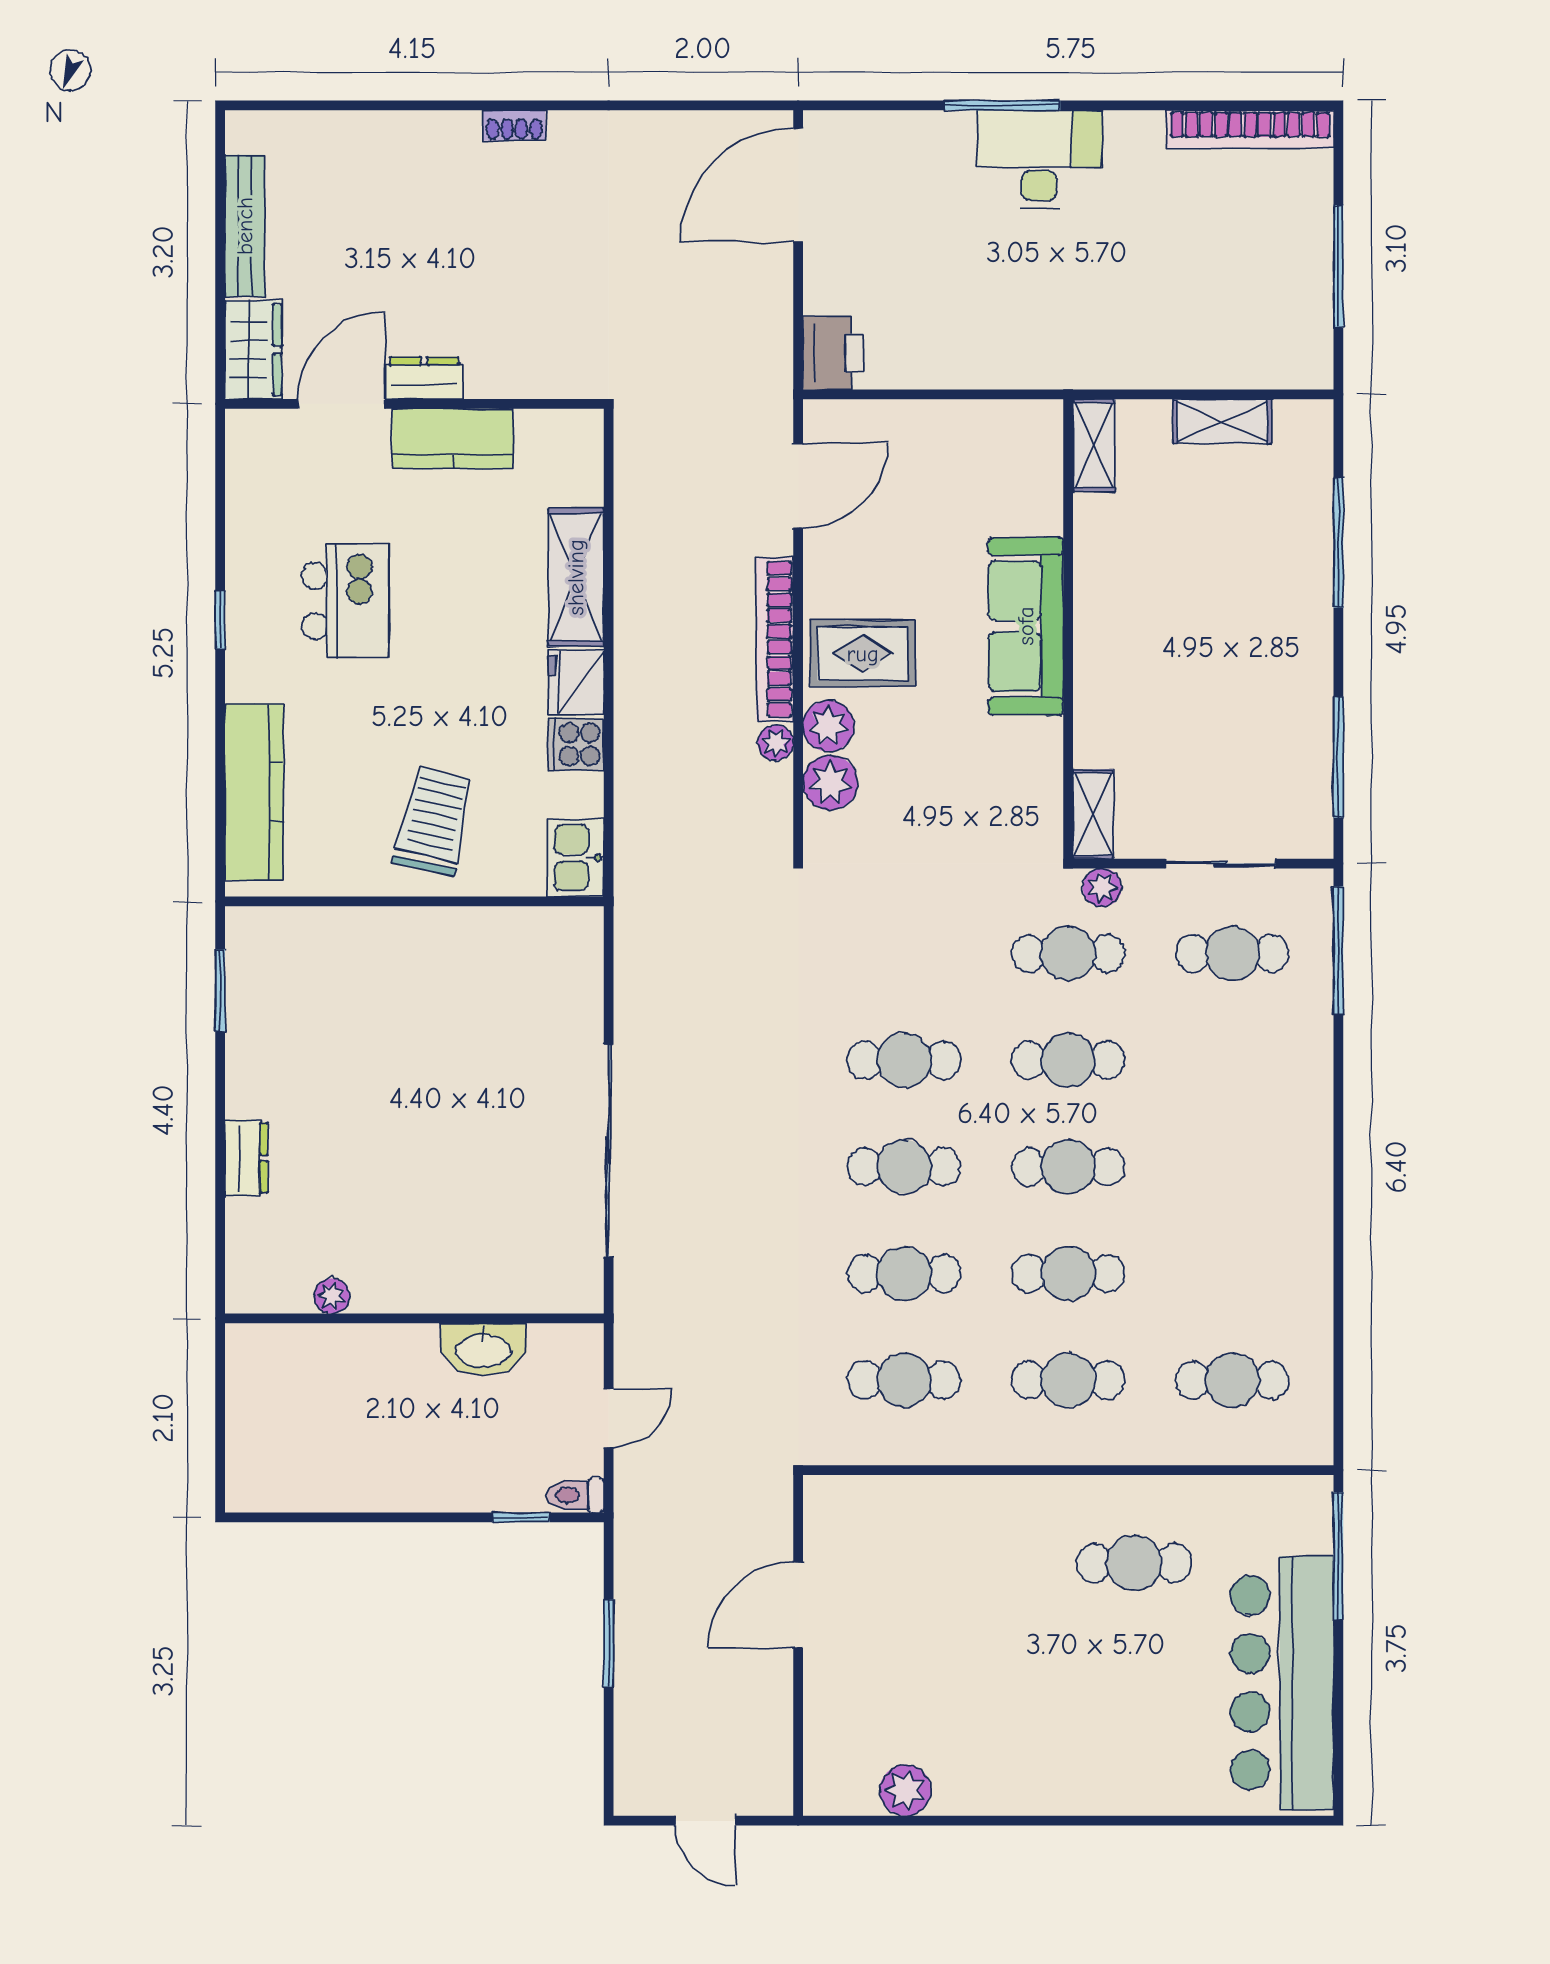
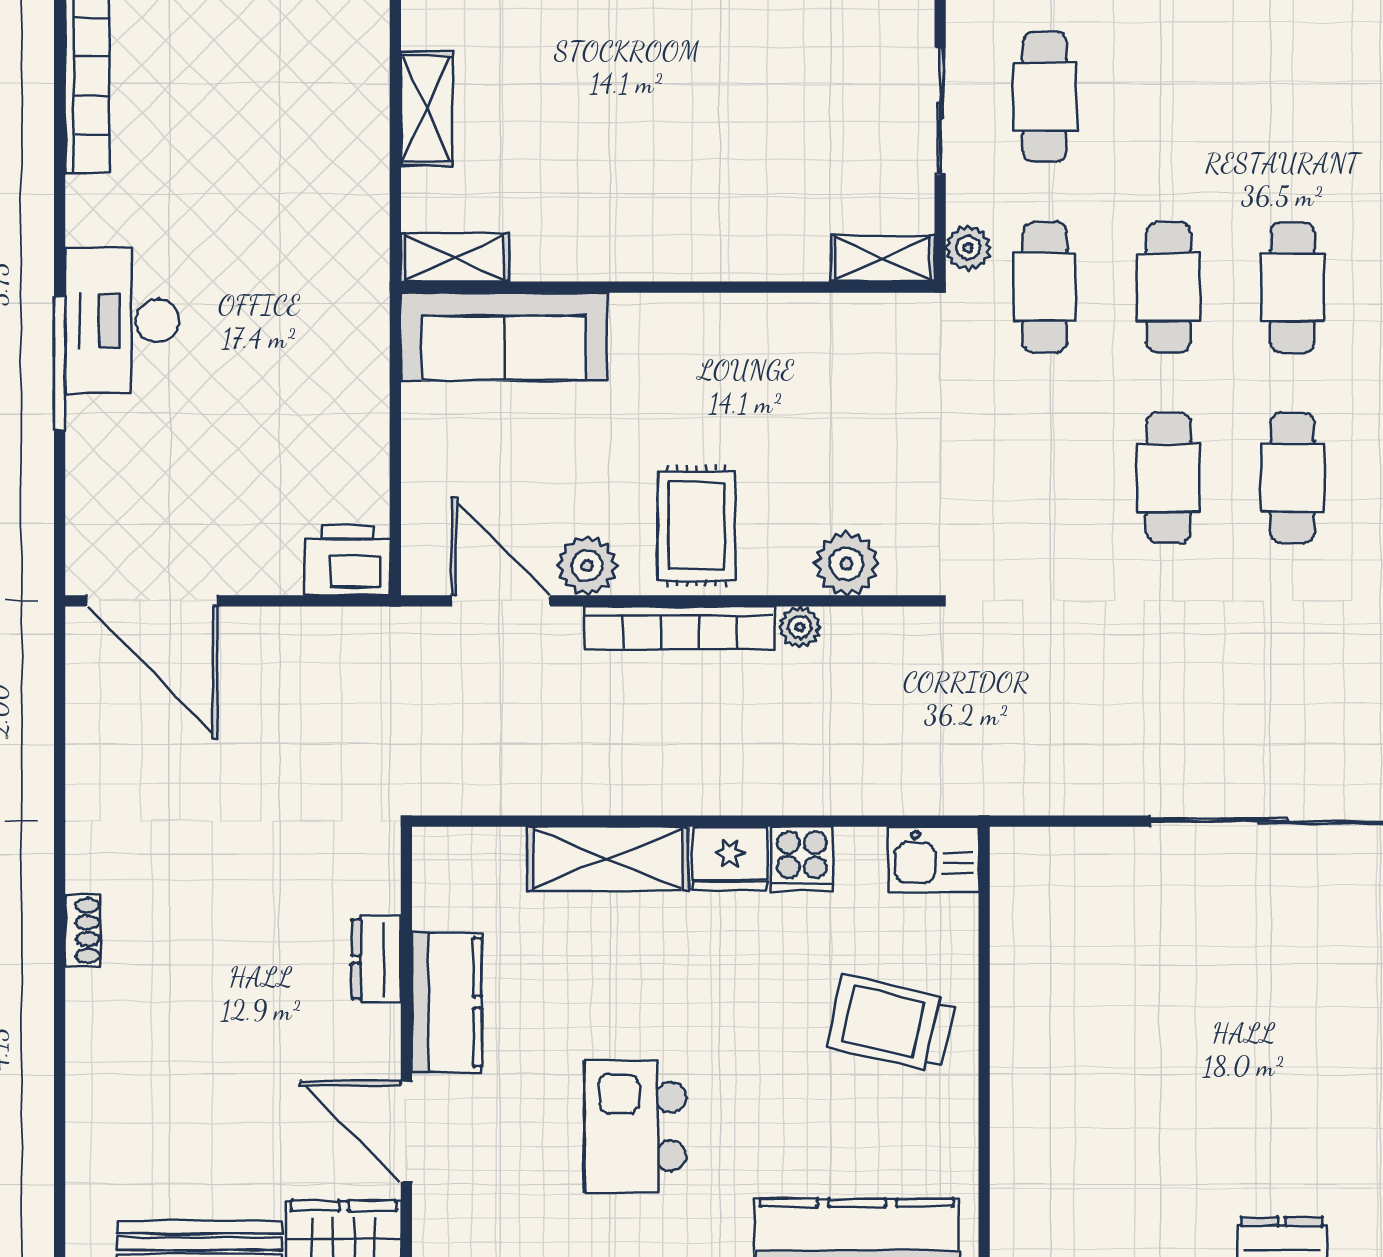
dresser: (424, 378) -> (376, 959), moved
kitchen island: (345, 601) -> (635, 1127), turned -90
sofa: (1026, 626) -> (504, 337), moved
plant: (828, 726) -> (587, 566), moved

